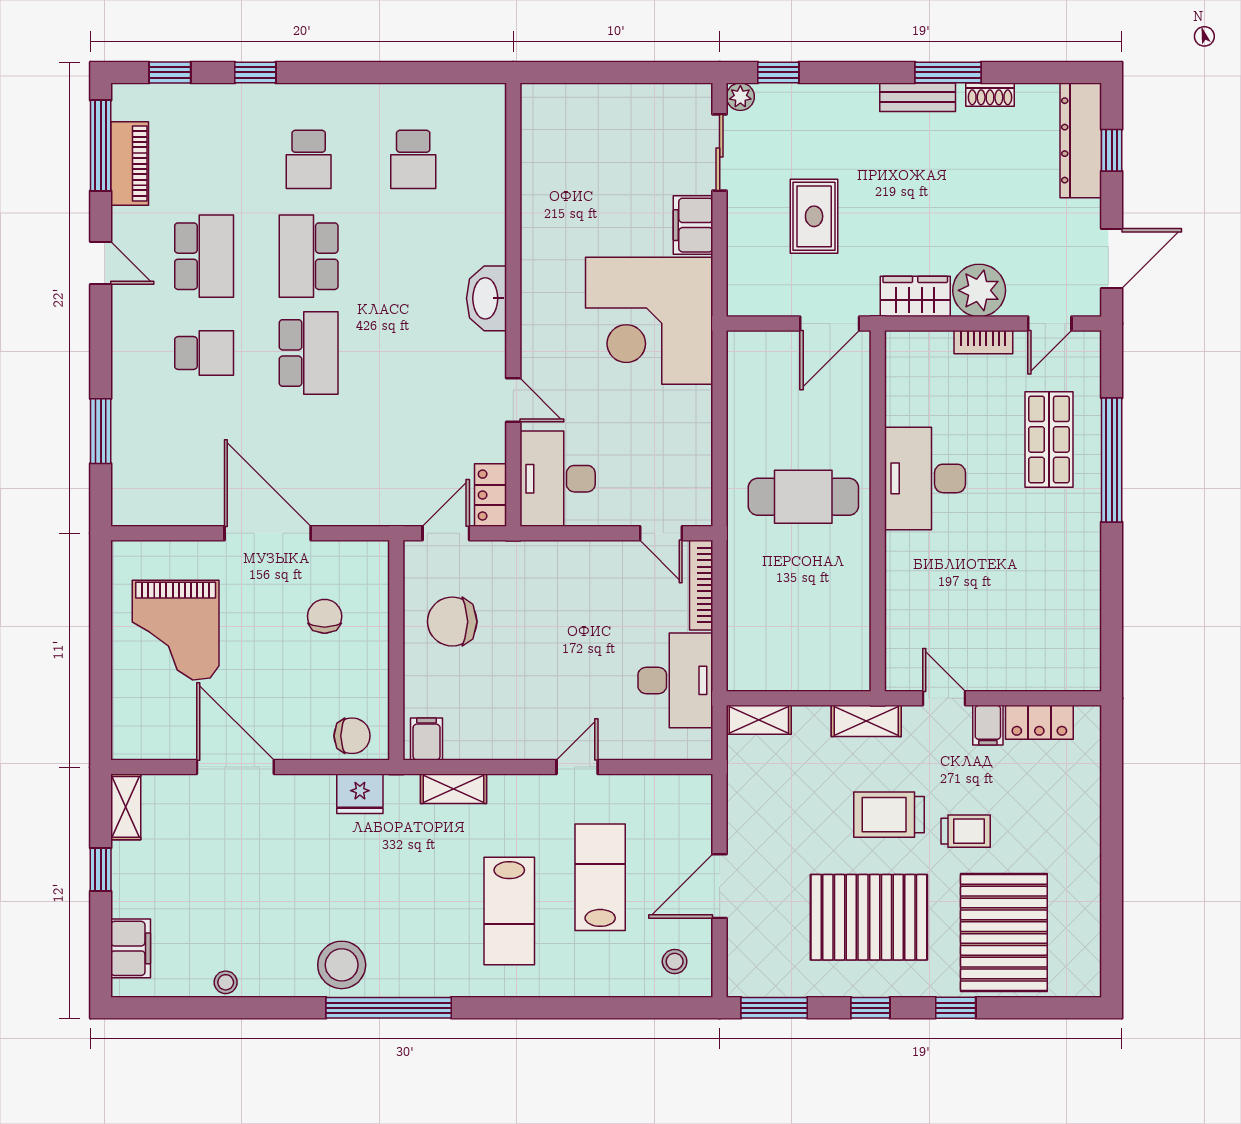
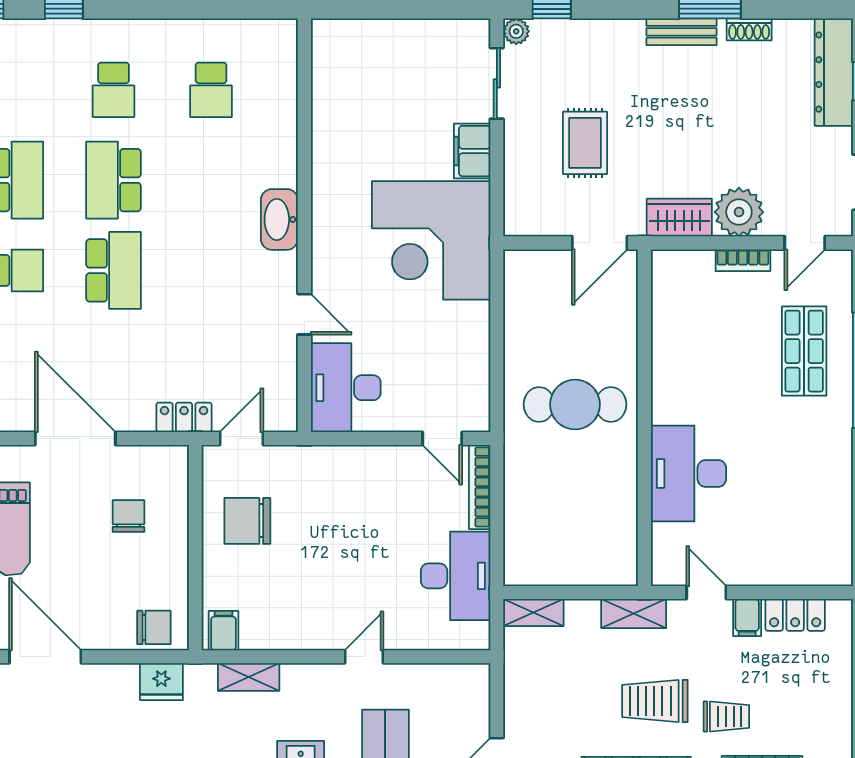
desk: (925, 478) -> (688, 473), moved
locker: (491, 495) -> (184, 417), moved, turned 90

